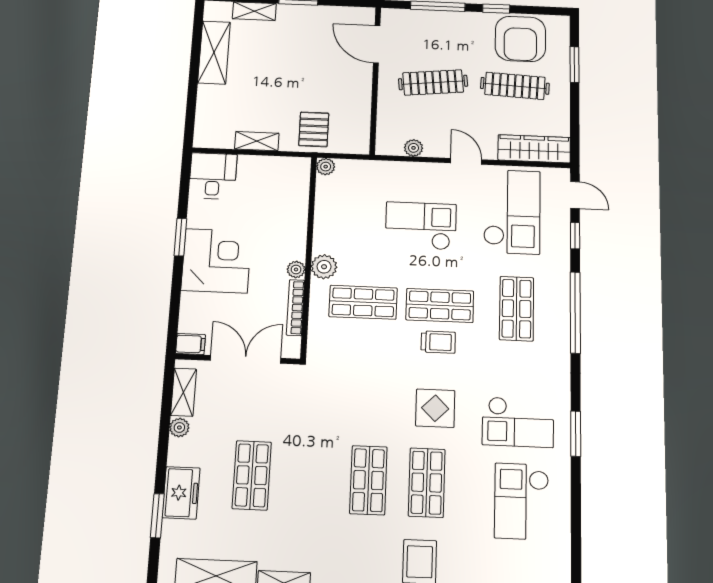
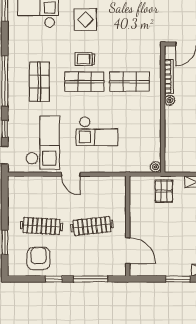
armchair: (520, 39) -> (38, 258), width x0.73, depth x0.73
plant: (413, 148) -> (103, 182), removed
wardrobe: (534, 149) -> (29, 184), removed
checkout: (512, 212) -> (43, 143), turned 180
plant: (324, 267) -> (153, 103), removed

